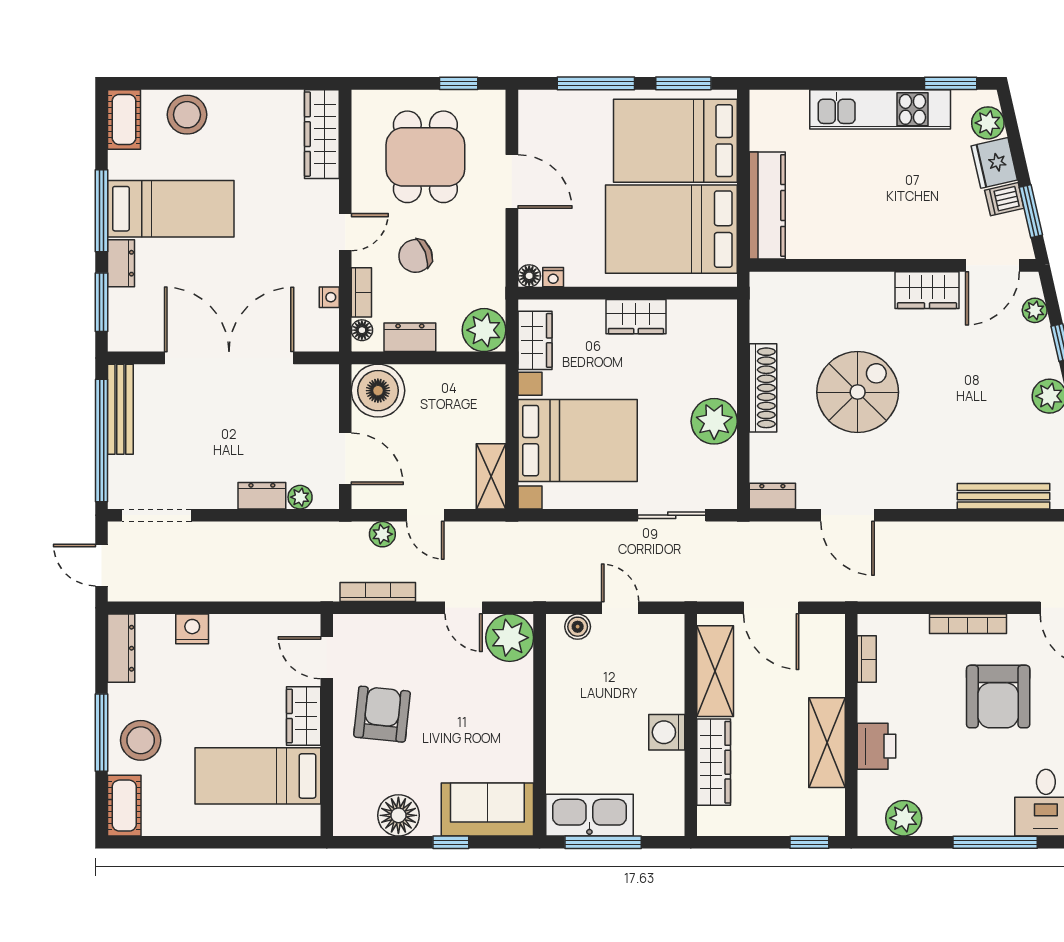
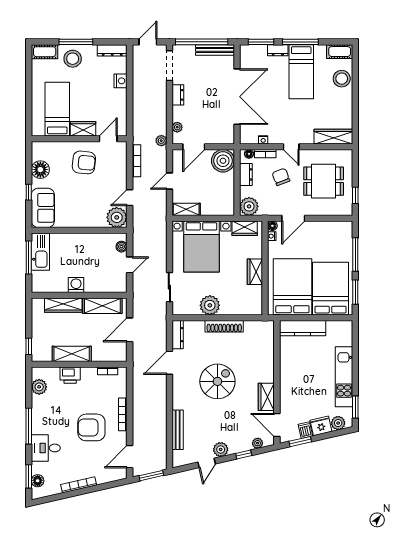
door: (512, 182) -> (293, 218), moved
spiral stairs: (858, 392) -> (217, 381), moved, turned -90
dresser: (262, 496) -> (178, 95), moved
dresser: (772, 496) -> (178, 335), width x1.44
plant: (382, 534) -> (161, 141), moved

